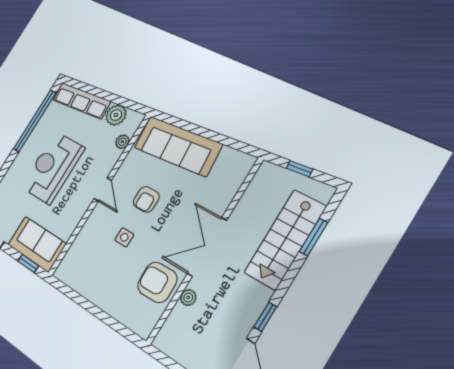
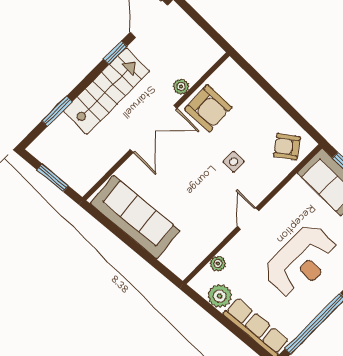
sofa: (178, 146) -> (135, 217), moved
window: (299, 169) -> (53, 178), width x1.50
armchair: (146, 199) -> (287, 147), moved, turned -126
stairs: (285, 240) -> (106, 91), moved

